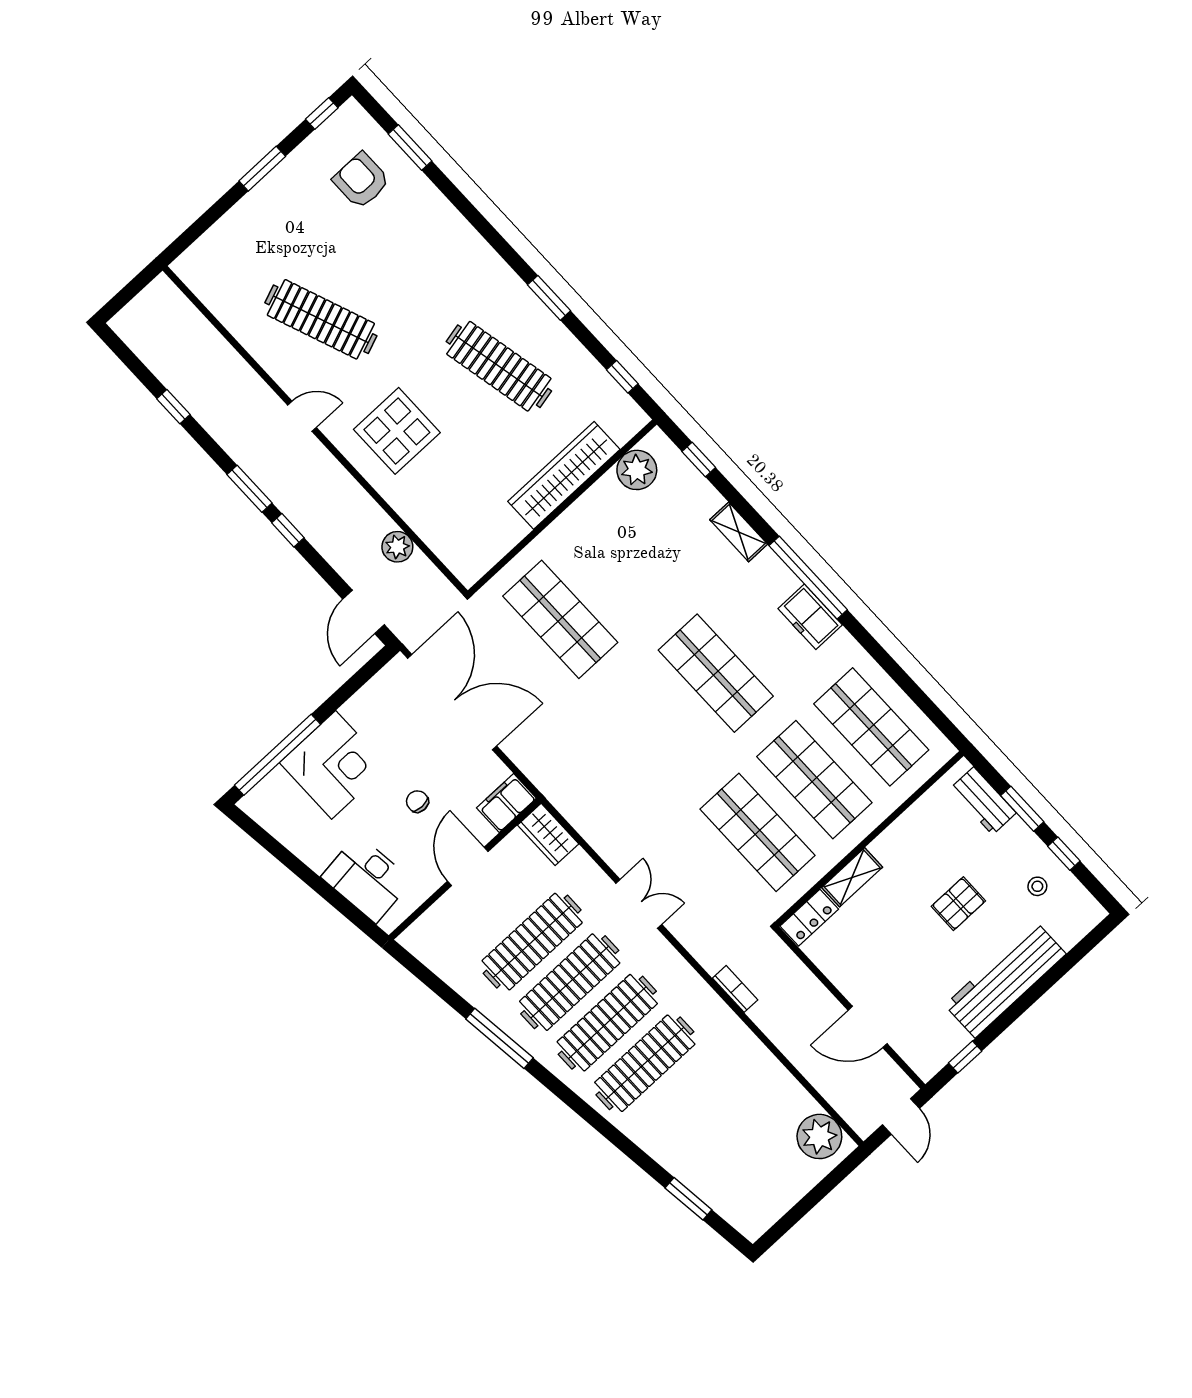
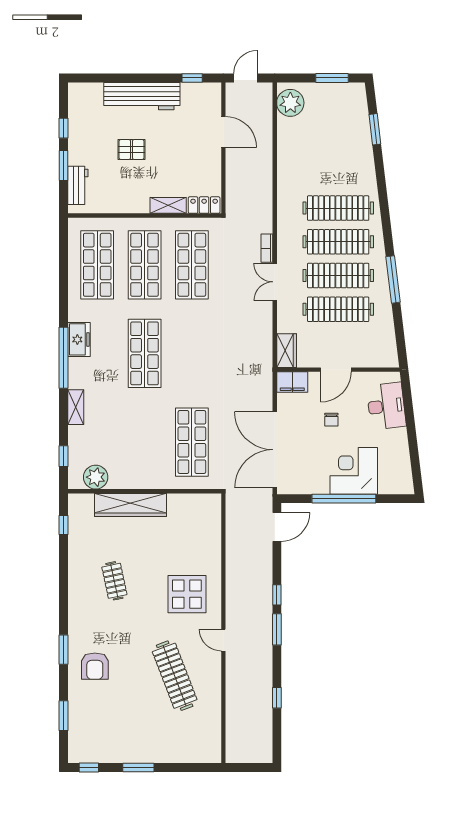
armchair: (361, 181) -> (95, 666), moved
window: (549, 298) -> (64, 650), moved
clothes rail: (499, 366) -> (114, 581), width x0.54, depth x0.76
plant: (397, 547) -> (235, 542), removed
window: (278, 755) -> (344, 499), moved
stool: (1037, 886) -> (89, 124), removed
bookcase: (735, 989) -> (267, 248), moved
window: (797, 1213) -> (332, 78), added

